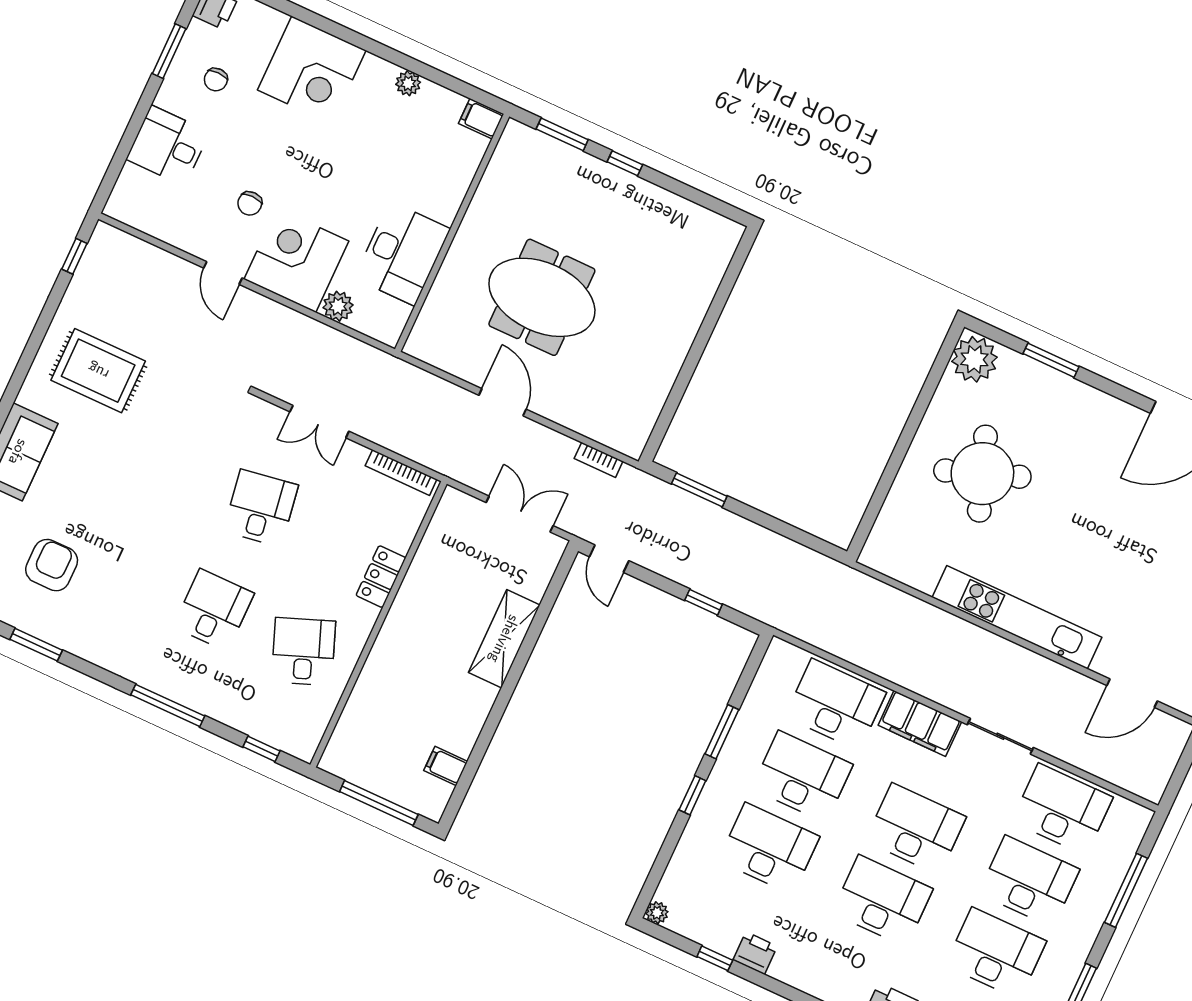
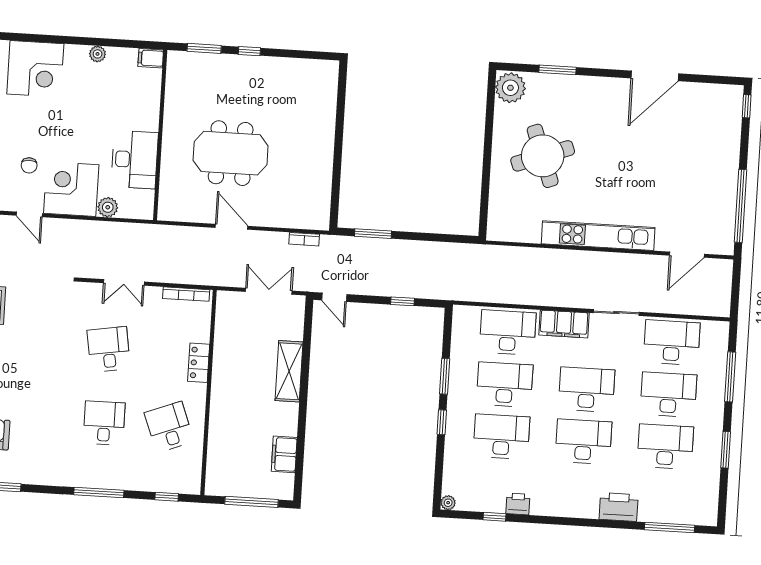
filing cabinet: (446, 766) -> (284, 454), width x2.00

